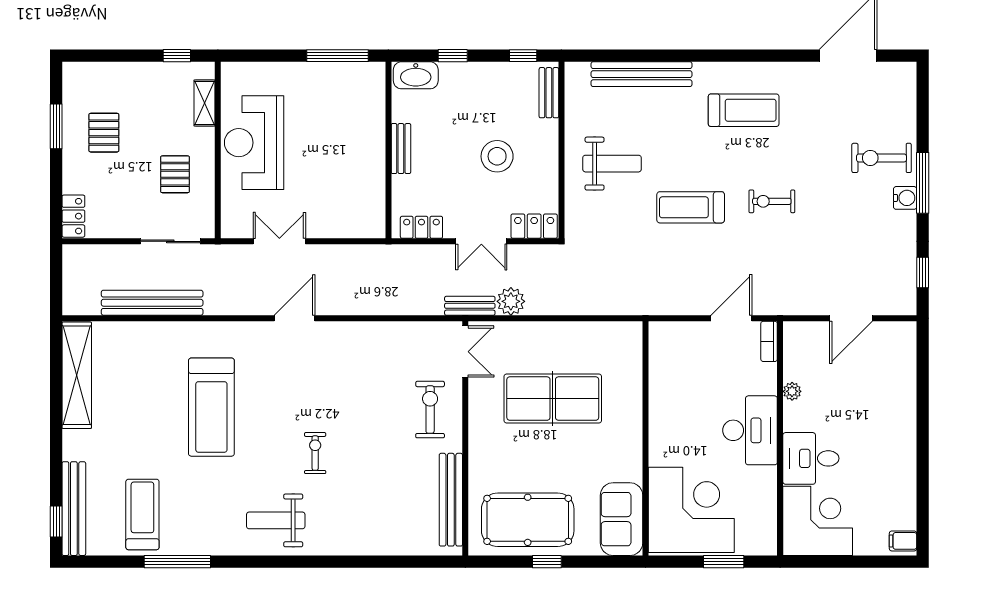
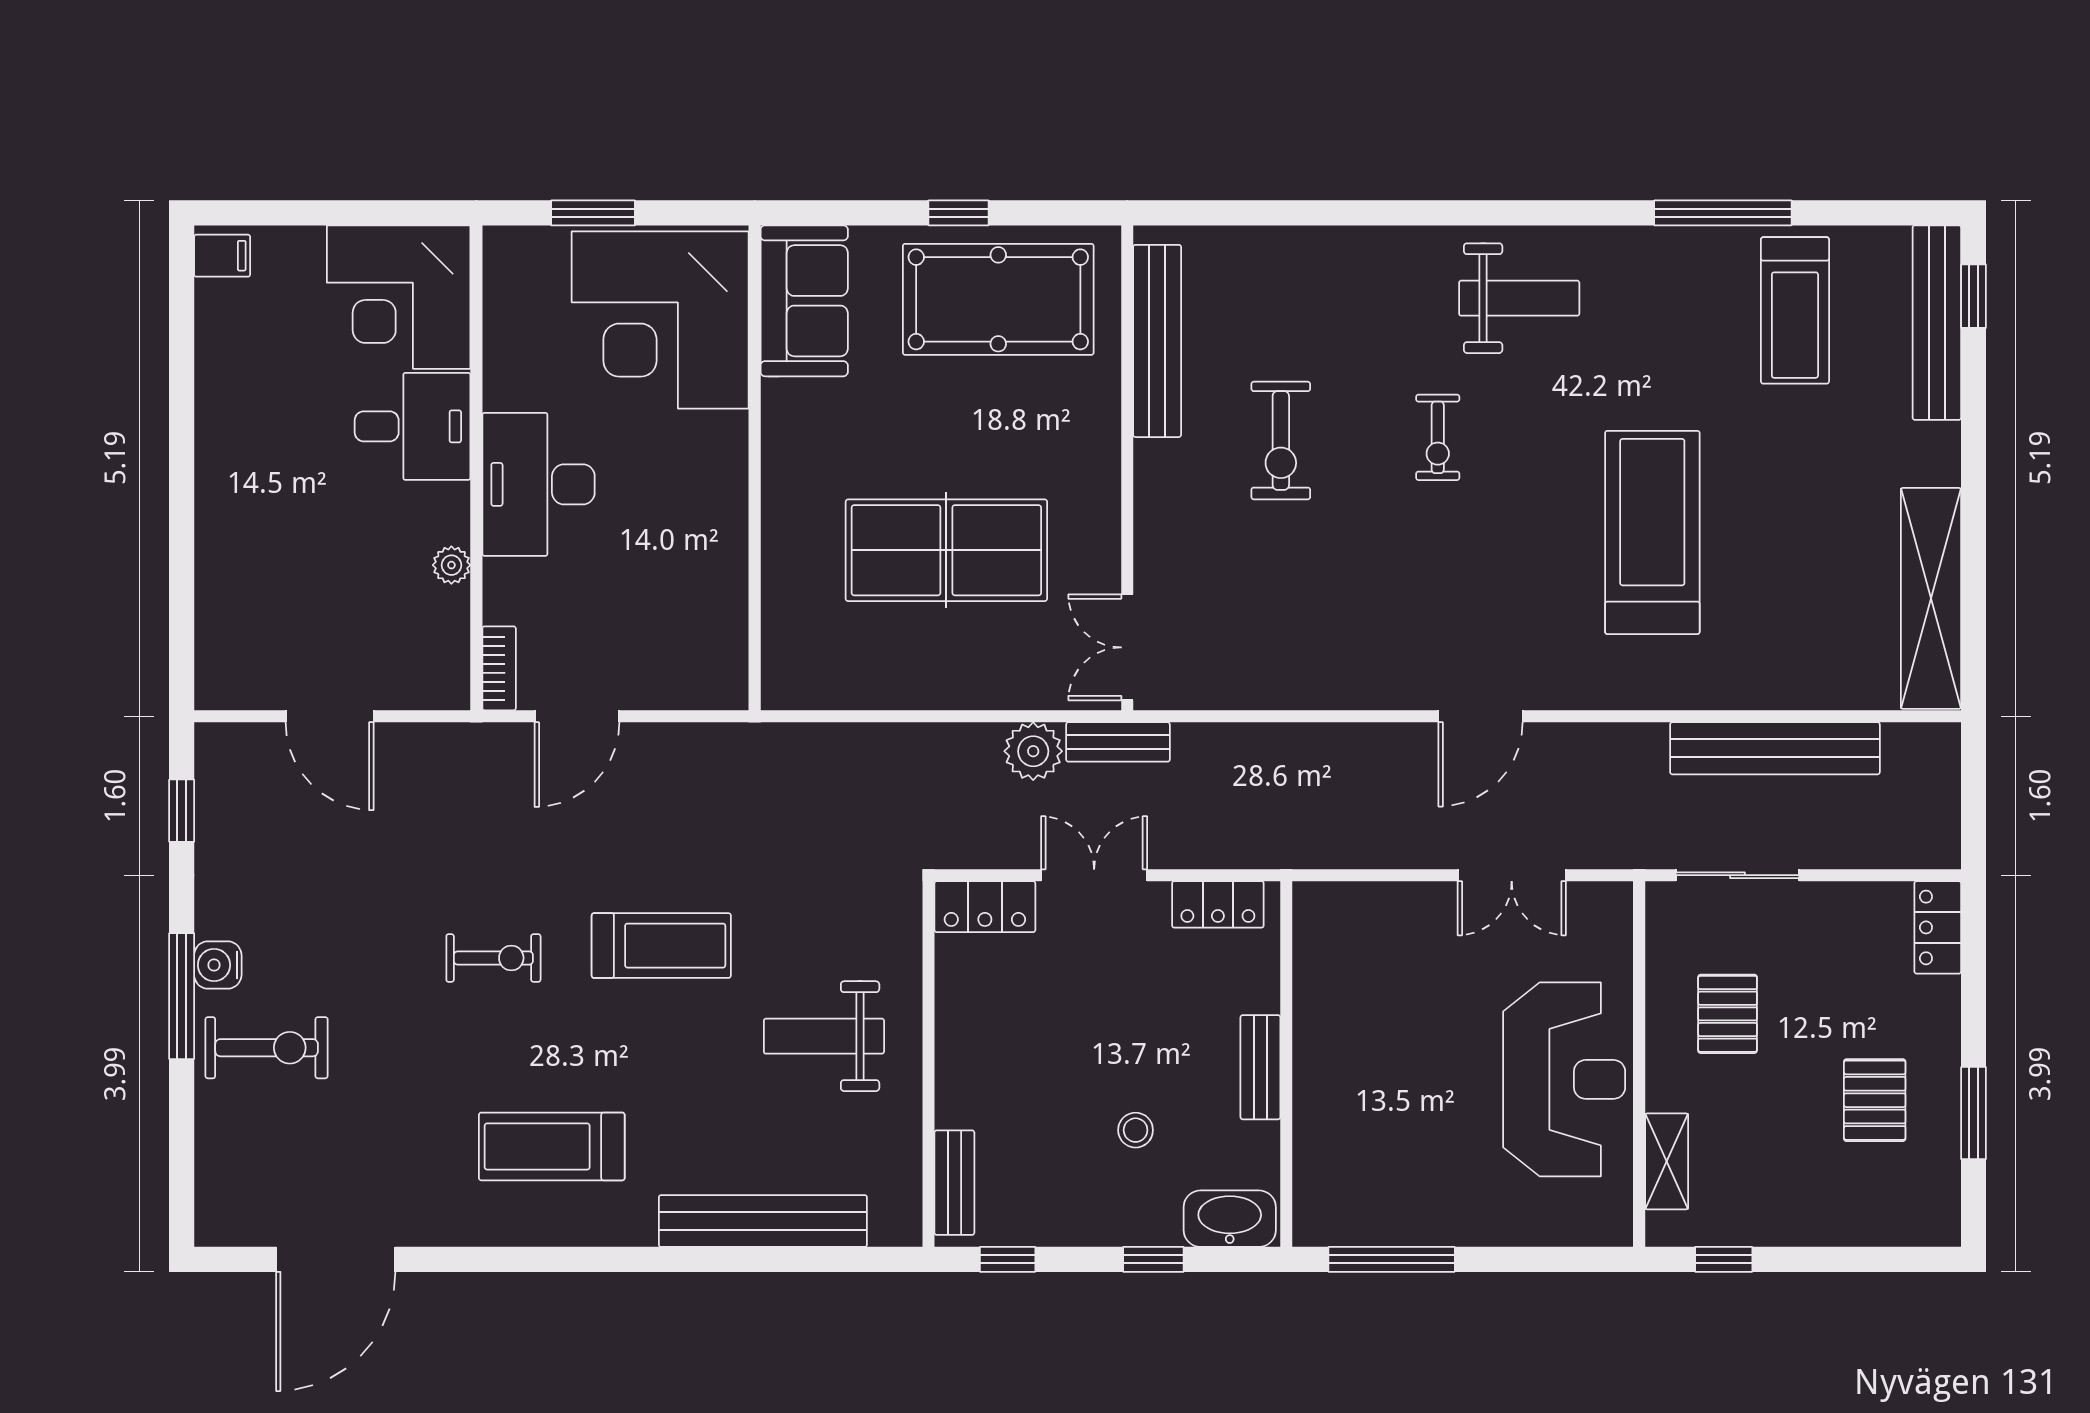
stool: (497, 156) -> (1136, 1130), moved, width x0.53, depth x0.53
door: (851, 318) -> (330, 716), swing flipped
exercise bike: (430, 410) -> (1281, 441), moved

